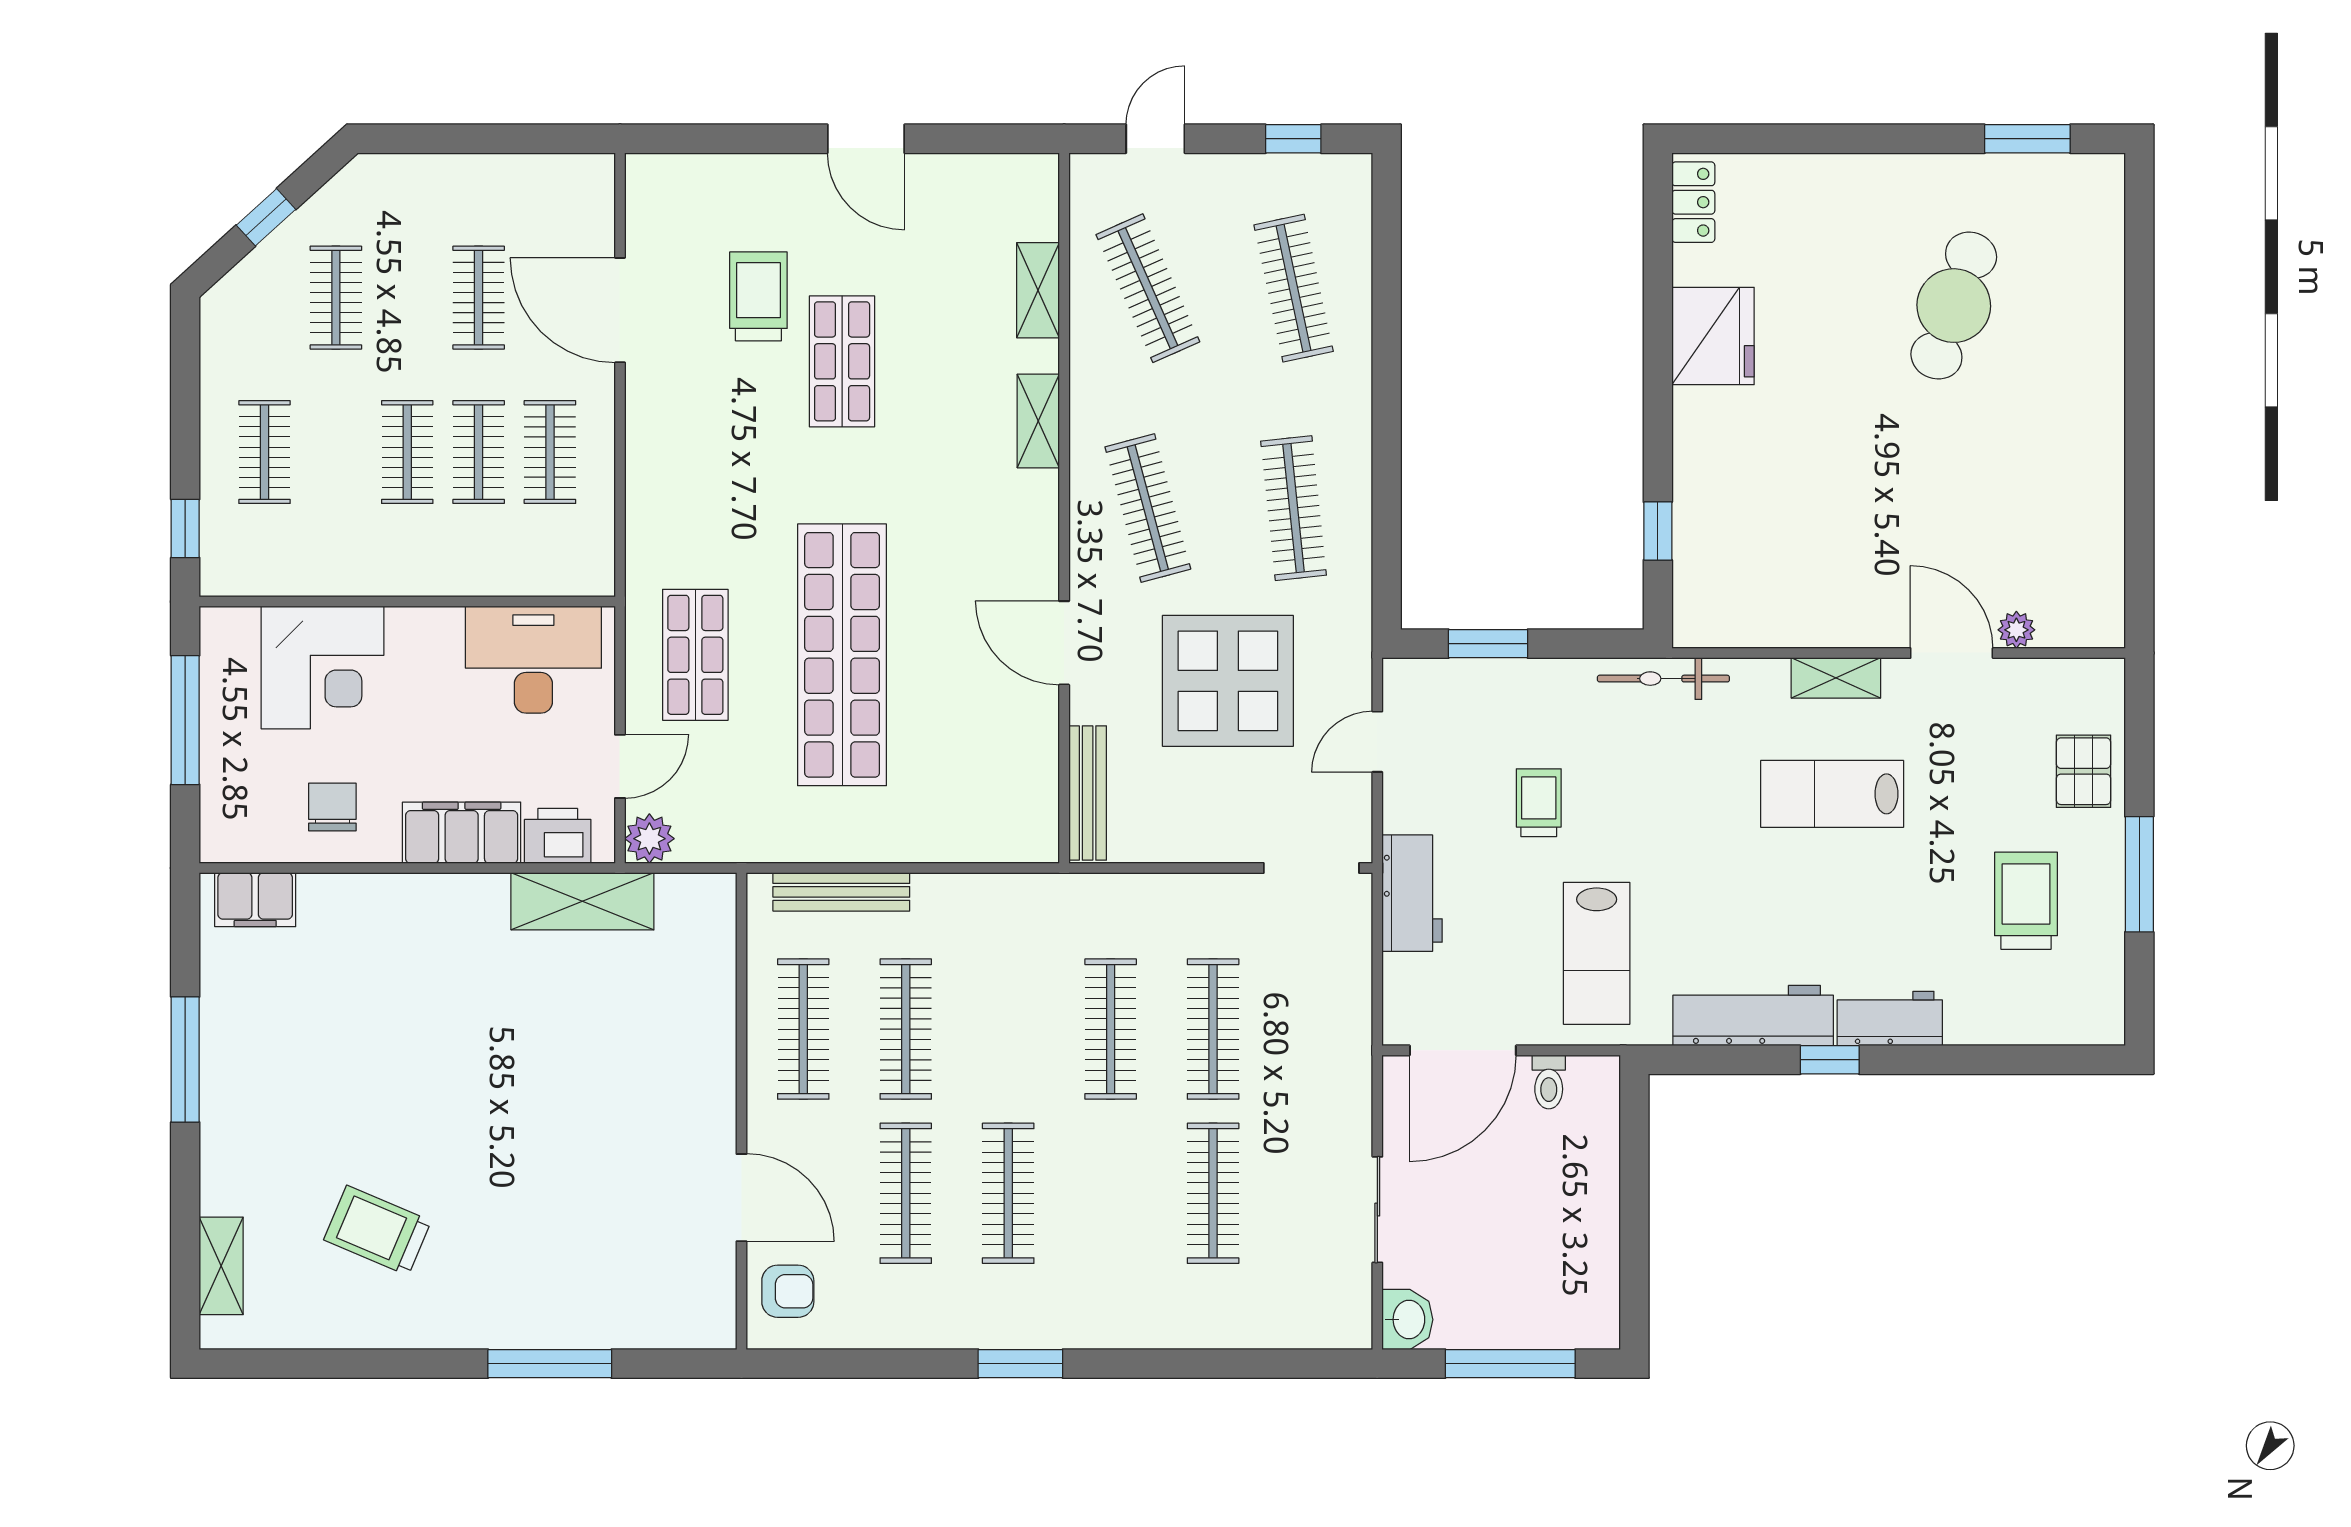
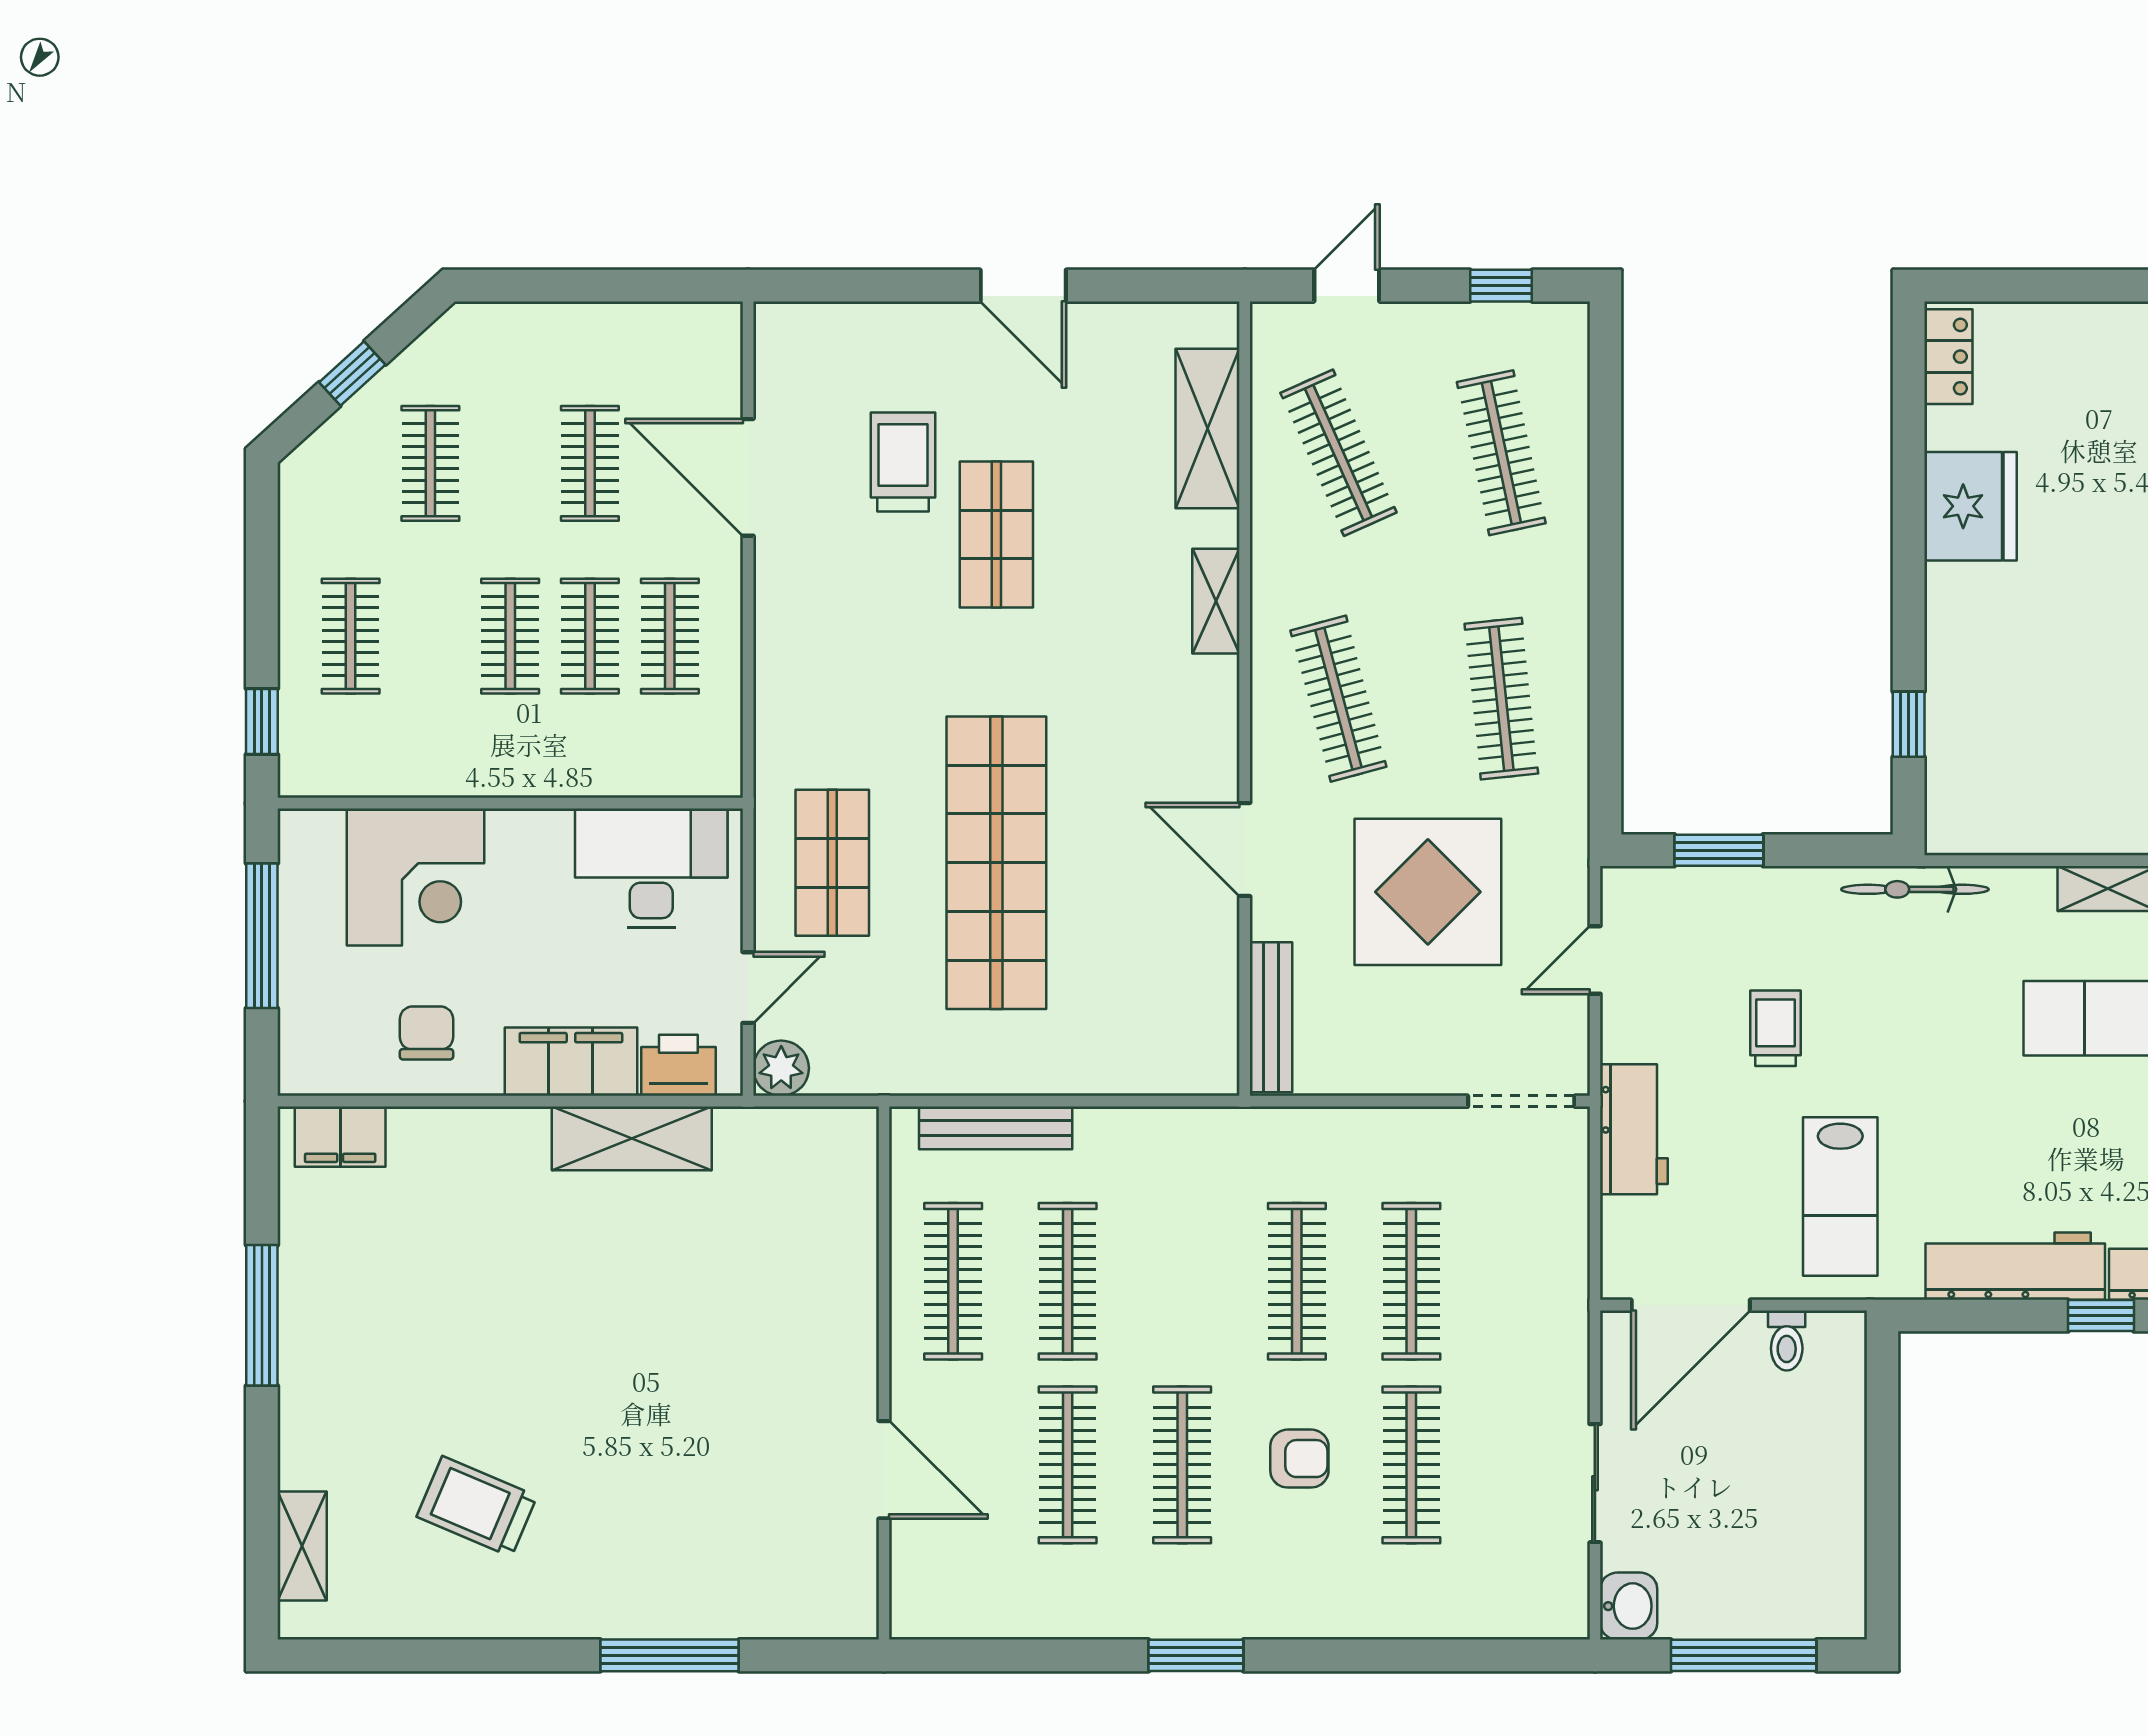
shelving: (1038, 290) -> (1208, 429), width x1.50, depth x1.33
shelving: (582, 901) -> (632, 1138), moved
armchair: (788, 1291) -> (1299, 1459), moved

